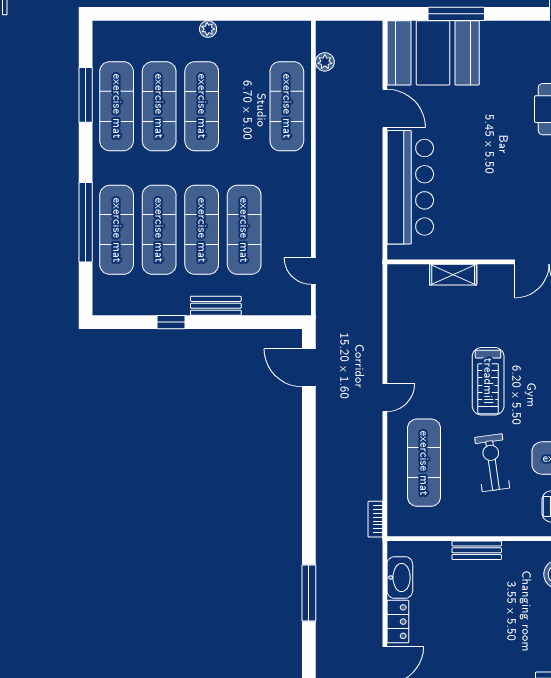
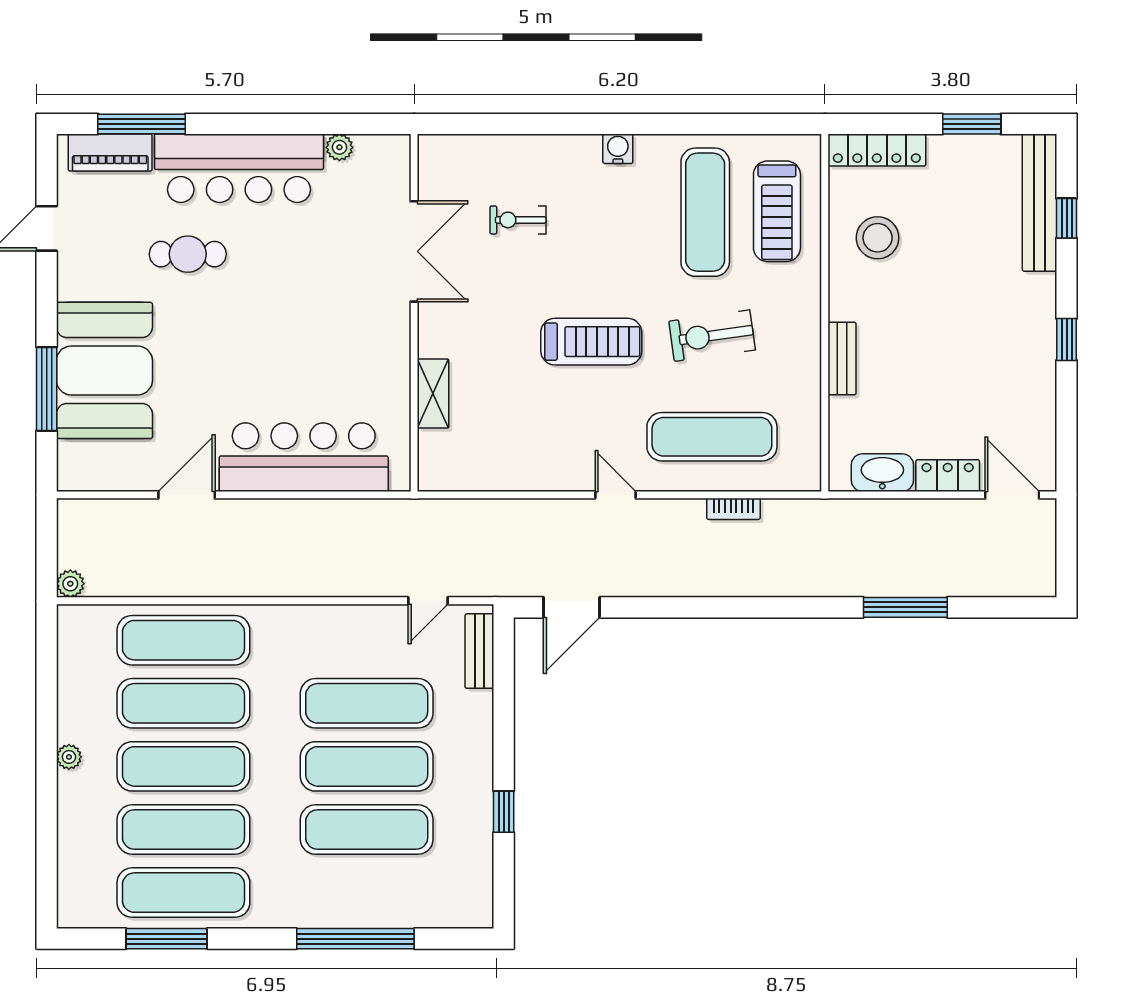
booth: (433, 53) -> (104, 370), moved
plant: (325, 62) -> (70, 584), moved
exercise mat: (117, 230) -> (183, 703), moved
bench: (216, 306) -> (479, 651), moved
bookcase: (375, 519) -> (733, 509), moved

